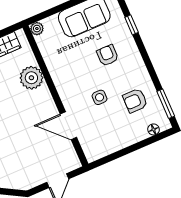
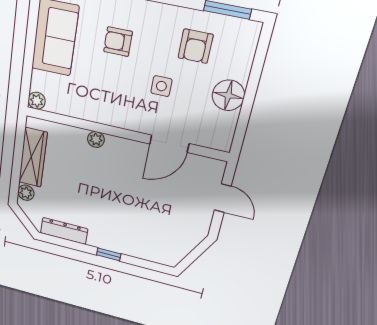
plant: (31, 78) -> (96, 139), width x0.53, depth x0.53
floor lamp: (154, 129) -> (228, 95), moved, width x1.89, depth x1.89

